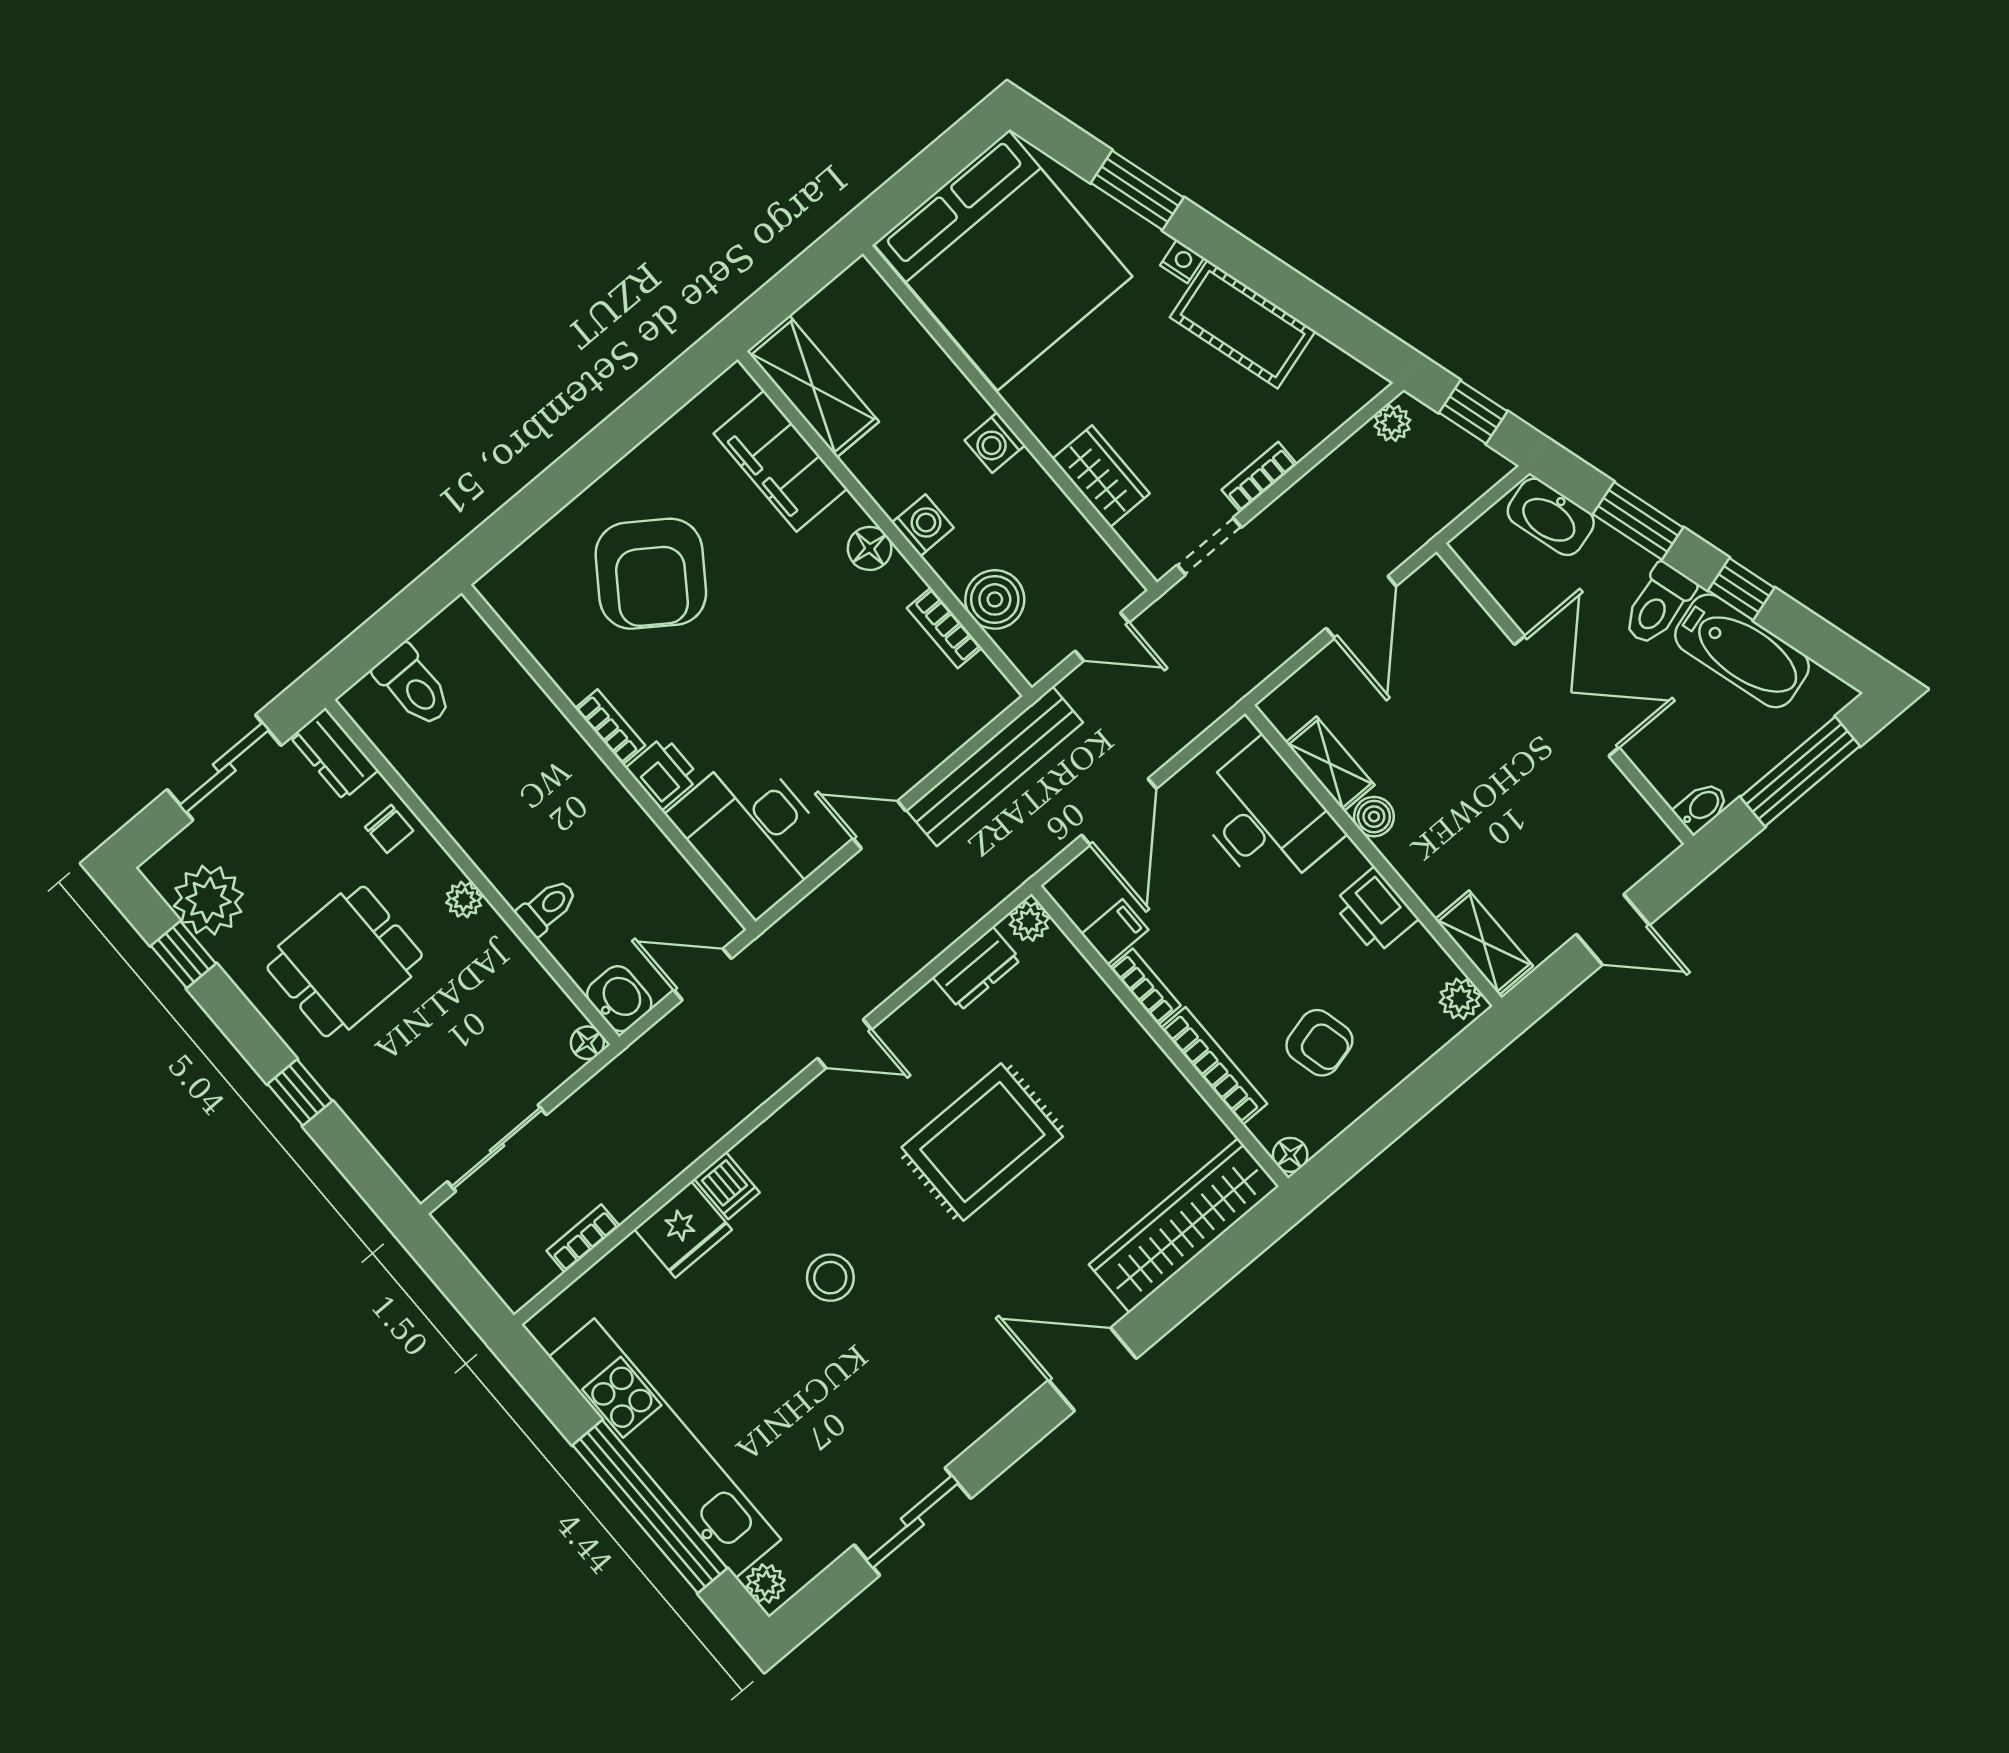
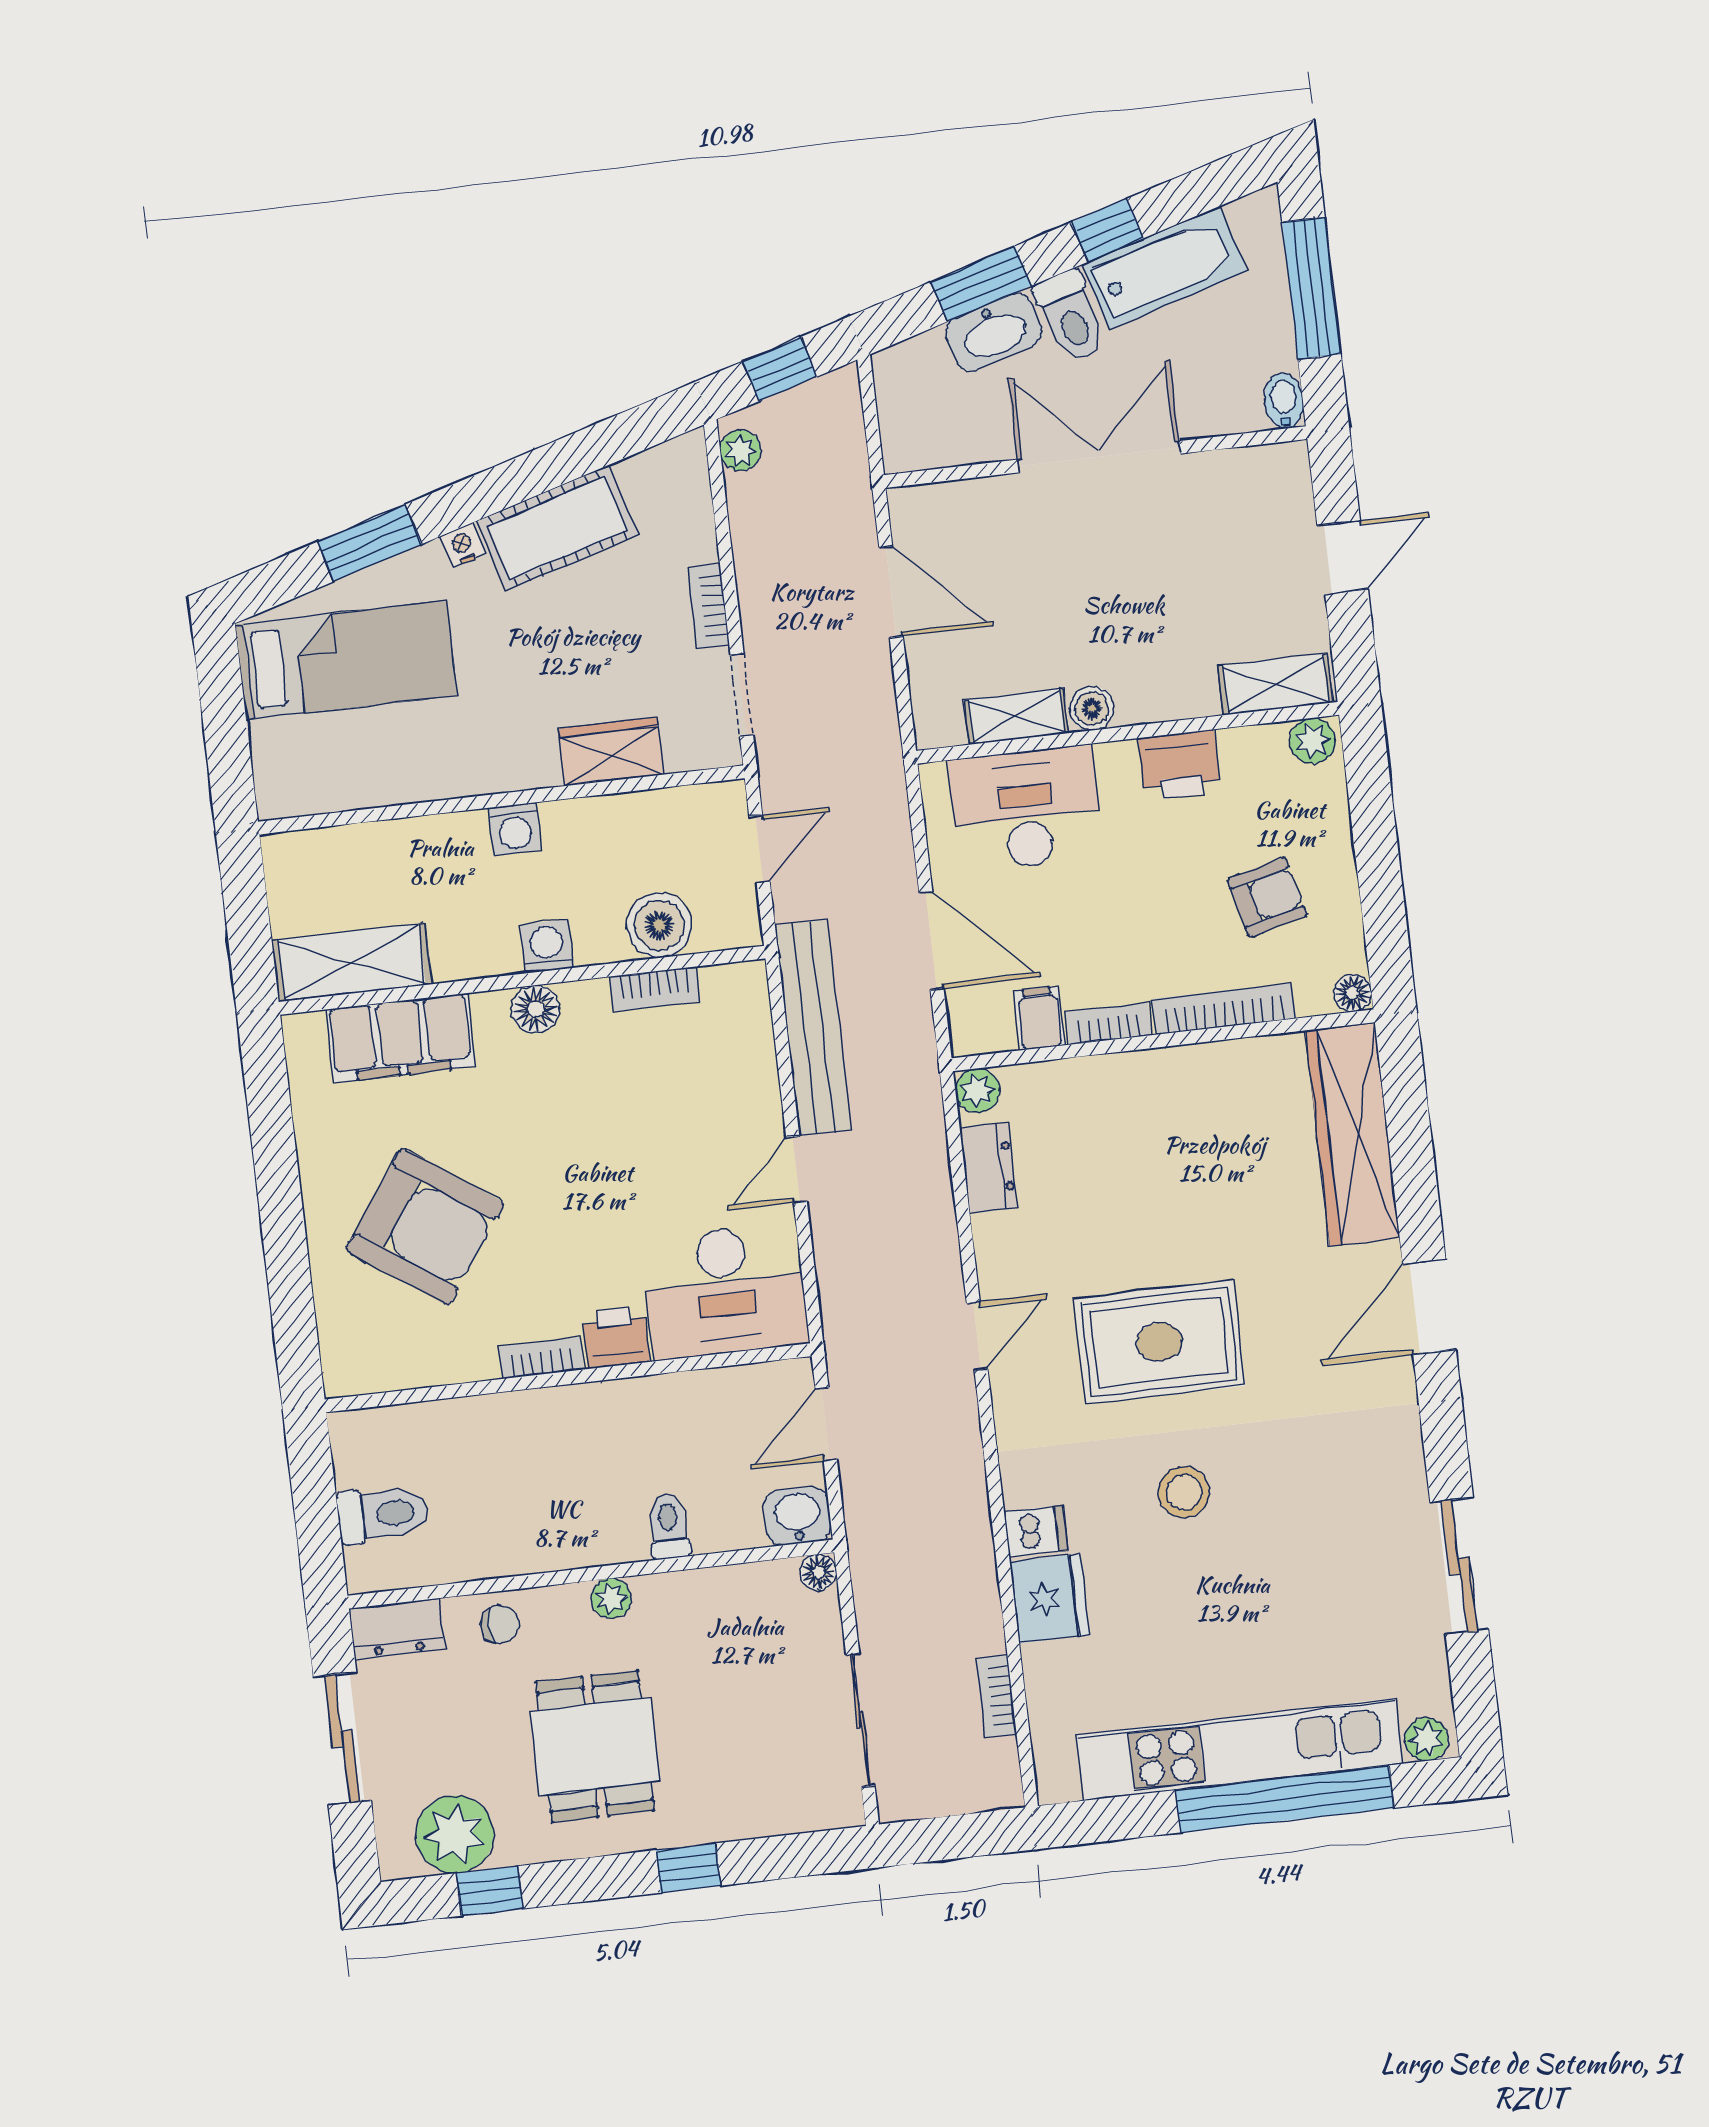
bed: (1003, 260) -> (346, 660), width x0.49
washbasin: (1551, 517) -> (994, 332), moved
rug: (982, 1142) -> (1160, 1342), moved, turned 90

